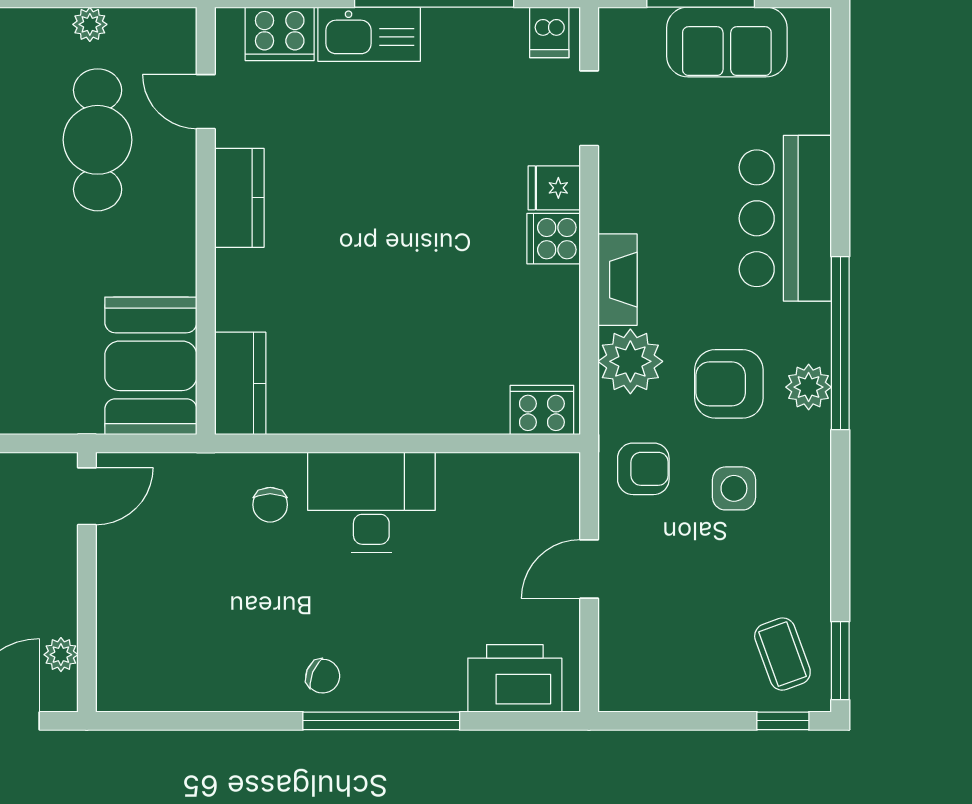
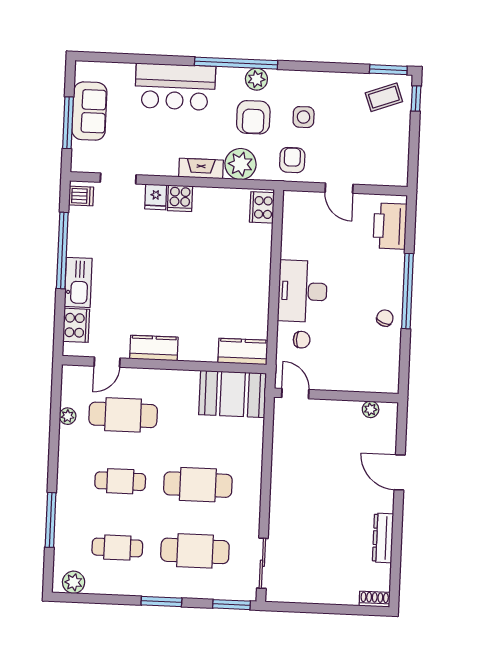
door: (87, 496) -> (295, 394), moved
wall: (87, 582) -> (336, 395), moved
plant: (61, 655) -> (371, 409), moved

